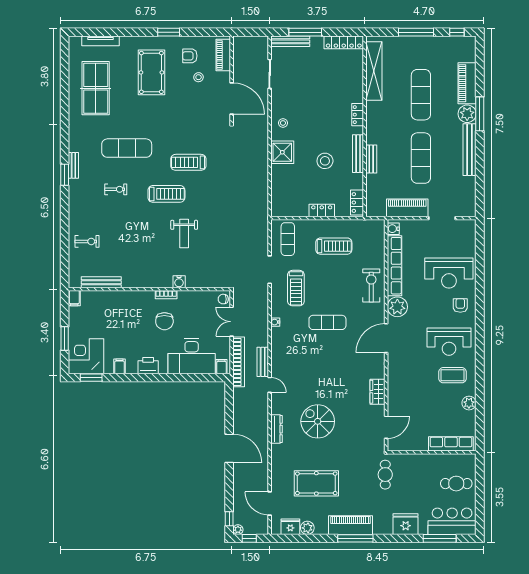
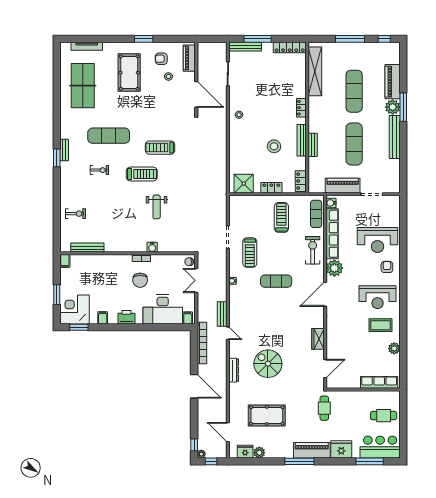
shower: (282, 152) -> (244, 184), moved
exercise mat: (288, 239) -> (316, 214), moved
treadmill: (334, 246) -> (281, 217), turned -90
bookcase: (239, 362) -> (202, 343), moved
piano: (350, 525) -> (312, 450), moved

